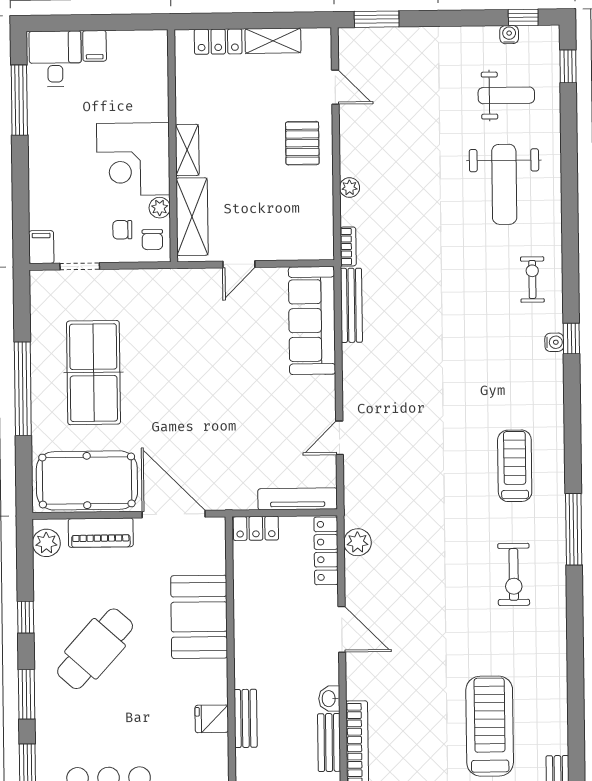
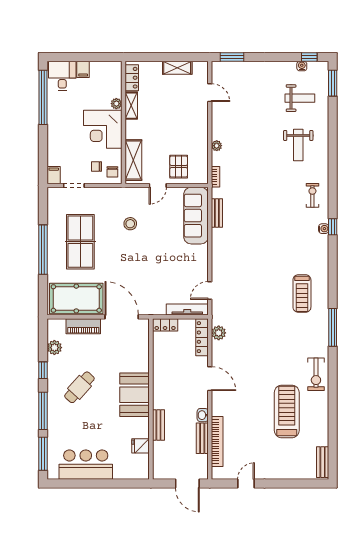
locker: (218, 42) -> (132, 78), moved, turned -90
window: (568, 66) -> (333, 83), width x1.50
window: (19, 100) -> (43, 97), width x1.46
pallet: (302, 143) -> (179, 167), moved
shelving: (187, 150) -> (131, 106), moved
weight bench: (504, 184) -> (298, 145), width x0.73, depth x0.75
plant: (160, 208) -> (116, 104), moved
bench: (351, 305) -> (217, 213), width x0.73
stool: (188, 337) -> (130, 224), added
door: (340, 438) -> (210, 291), moved
treadmill: (515, 466) -> (302, 294), turned 180
plant: (46, 543) -> (54, 348), moved
exercise bike: (514, 574) -> (316, 374), moved
booth: (199, 617) -> (135, 395), moved
cafe table: (95, 649) -> (79, 387), width x0.73, depth x0.74
window: (27, 694) -> (43, 411), width x1.44
fridge: (212, 719) -> (141, 446), moved
treadmill: (490, 726) -> (287, 411), moved

